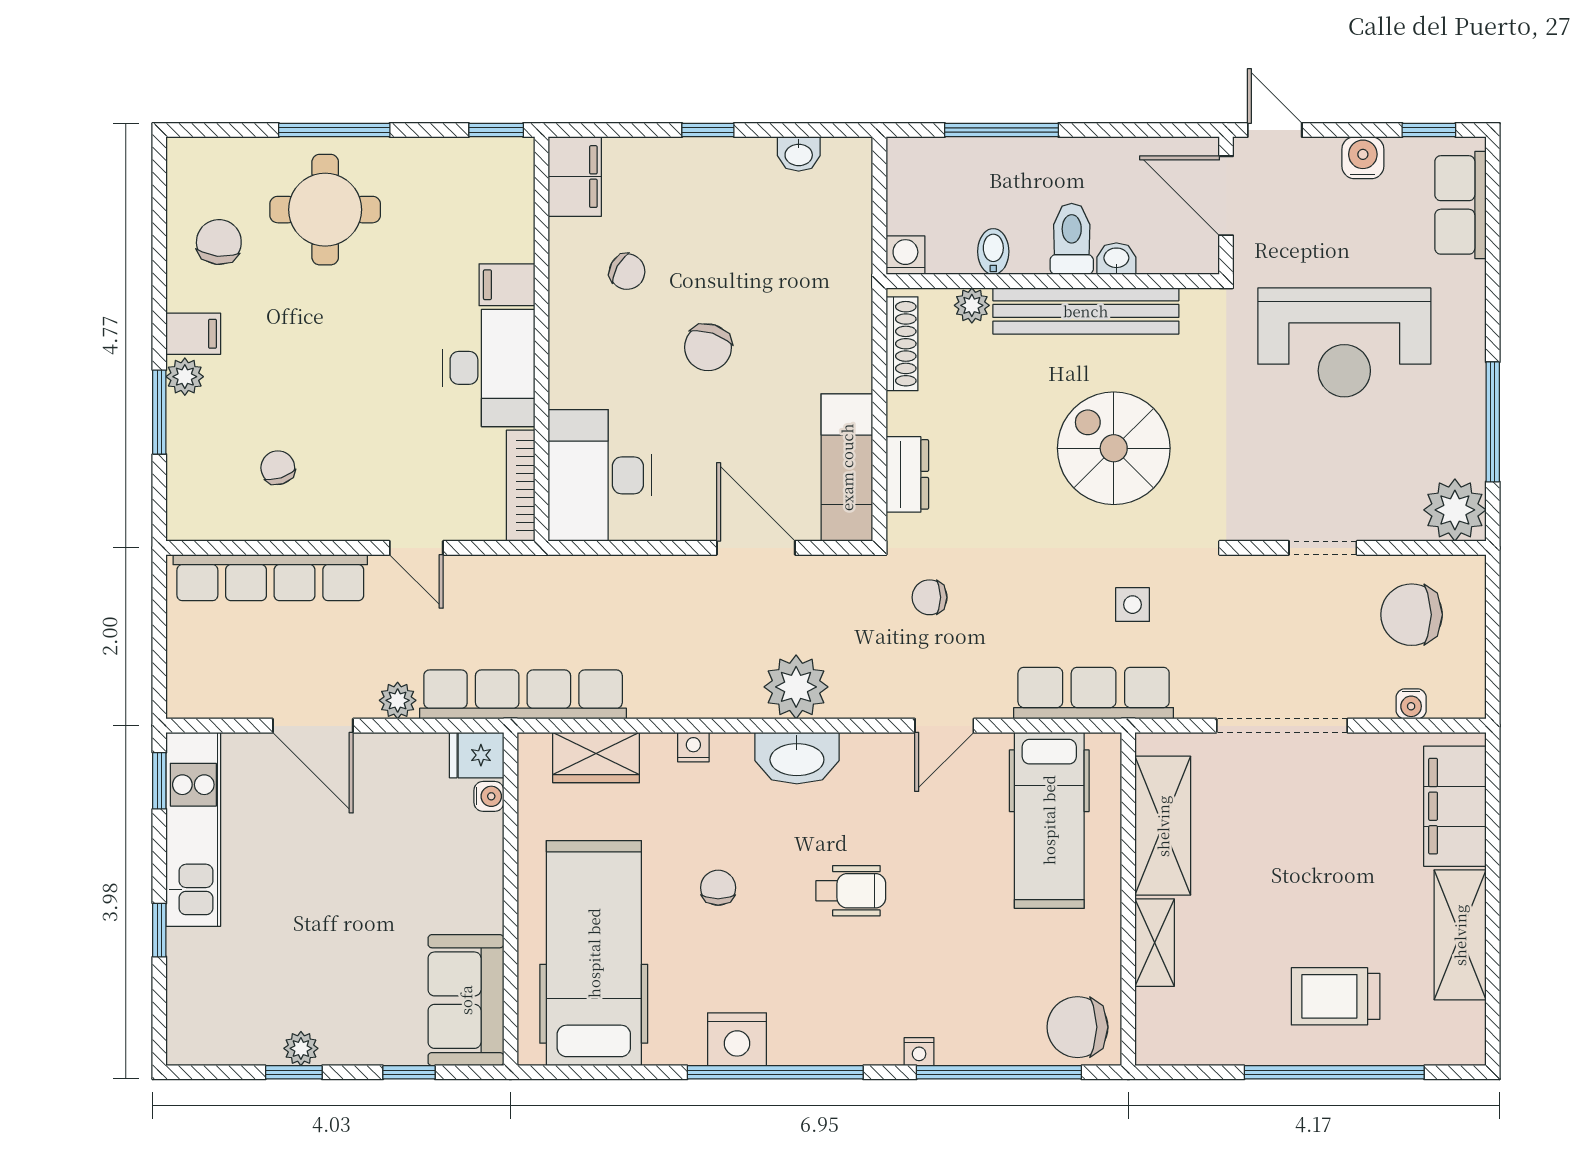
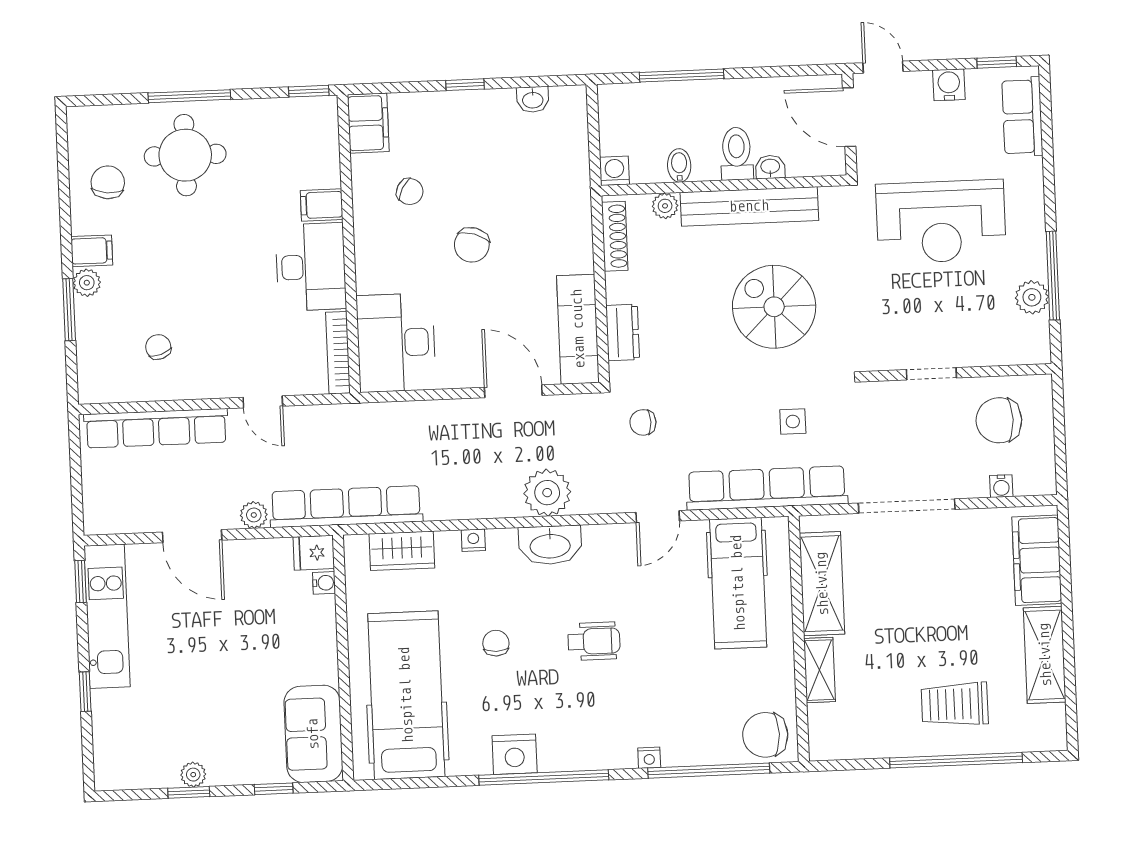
plant: (1455, 510) -> (1032, 297), moved, width x0.73, depth x0.73
row of seats: (1094, 693) -> (767, 488), width x1.36

